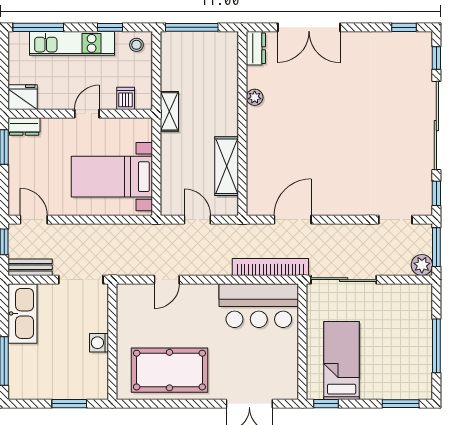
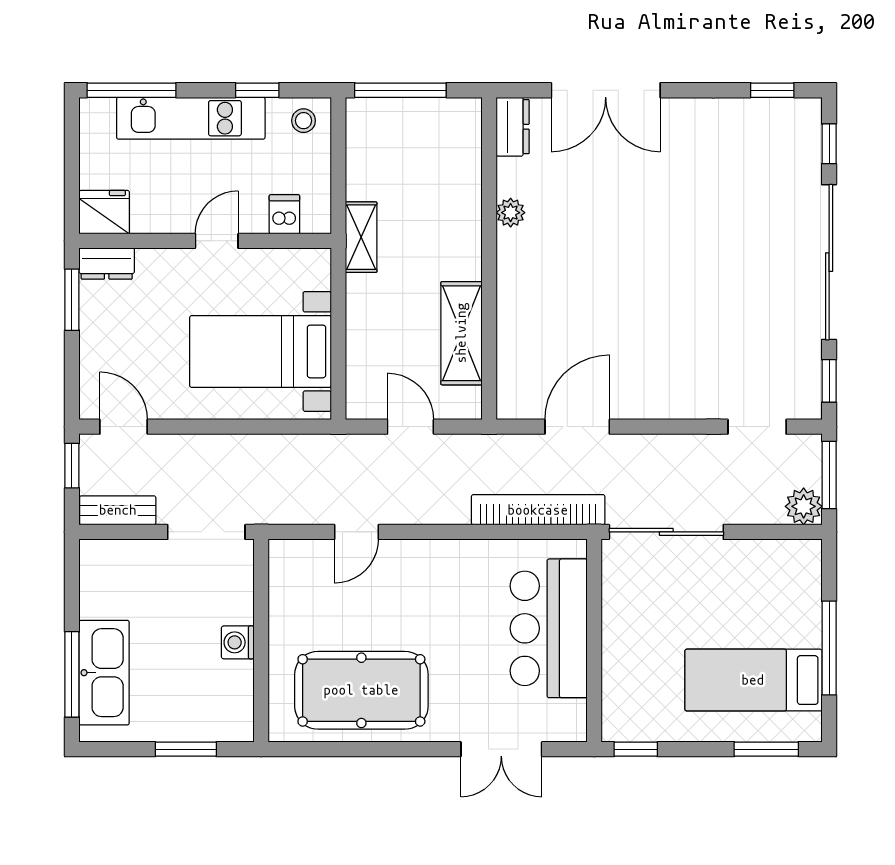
bar counter: (259, 306) -> (549, 628), moved, turned 90
kitchen sink: (23, 313) -> (104, 673), moved
bed: (342, 361) -> (753, 680), moved, turned -90

